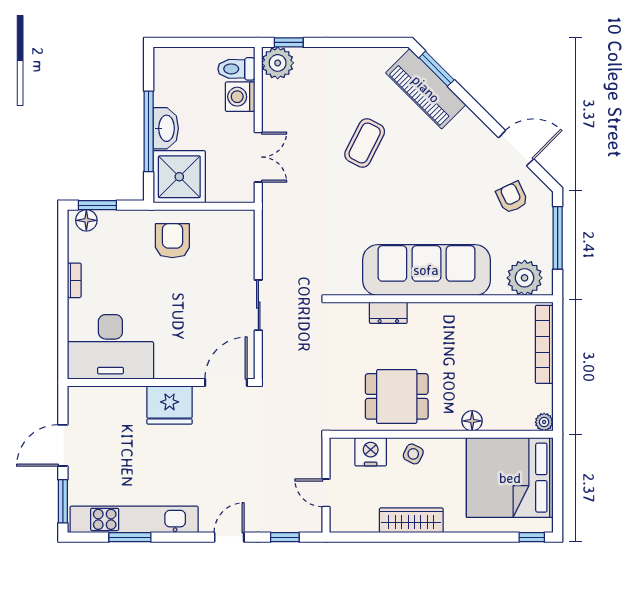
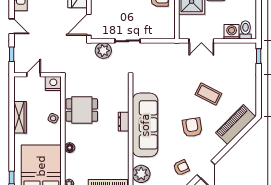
plant: (278, 63) -> (103, 51), moved
window: (437, 69) -> (246, 130), removed
armchair: (432, 175) -> (192, 127), added
dresser: (388, 313) -> (124, 122), moved
door: (226, 382) -> (89, 25), swing flipped
dining table: (397, 396) -> (82, 110), turned 90
nightstand: (371, 452) -> (53, 83), moved, turned -90

